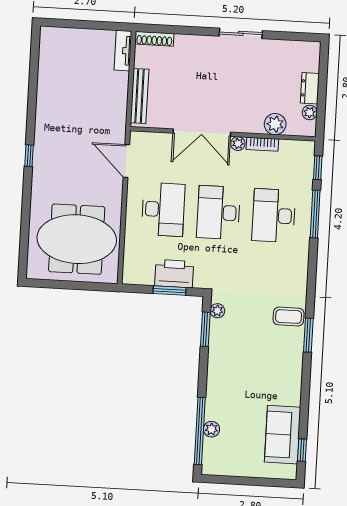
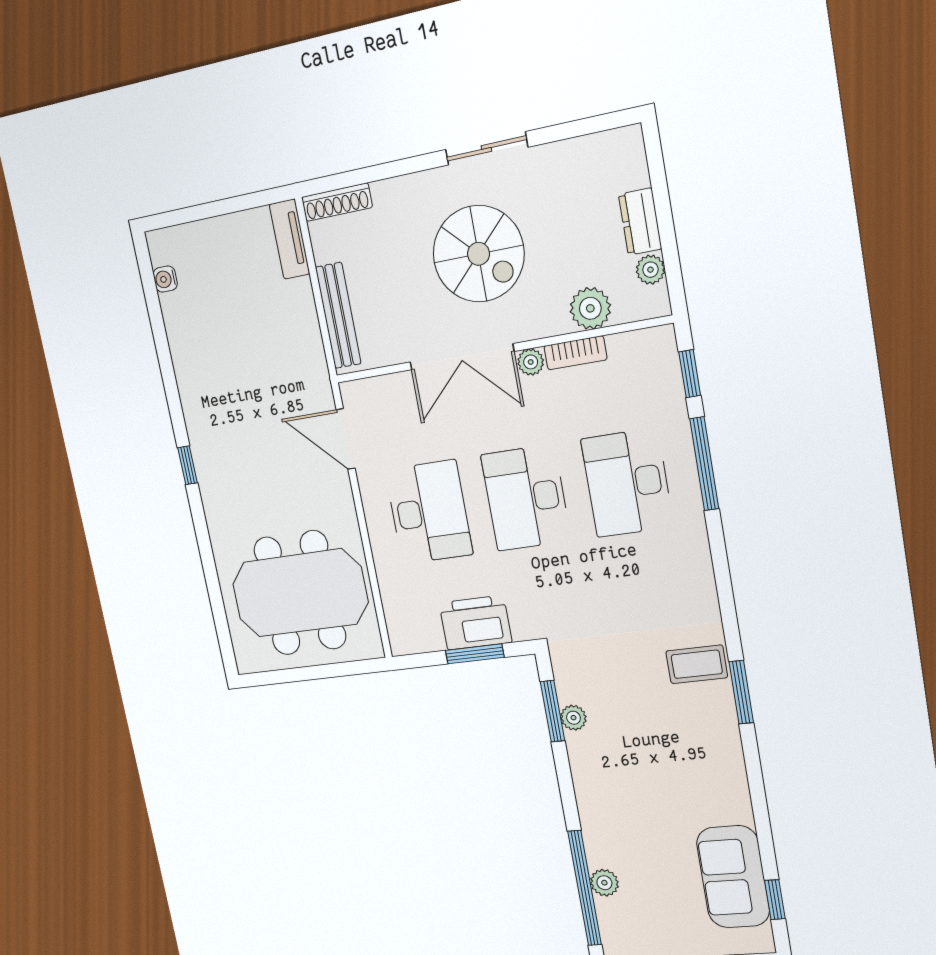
water cooler: (45, 53) -> (165, 279), added
spiral stairs: (224, 83) -> (478, 254), added
plant: (217, 311) -> (573, 718), moved

